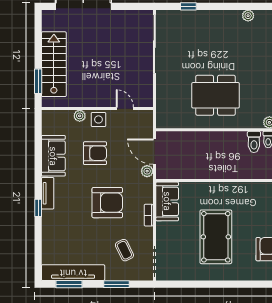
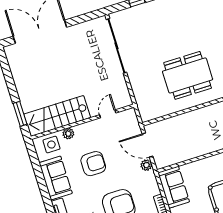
stairs: (54, 64) -> (57, 116), moved, turned -90
door: (125, 109) -> (108, 114), hinge flipped
side table: (98, 119) -> (51, 145), moved

